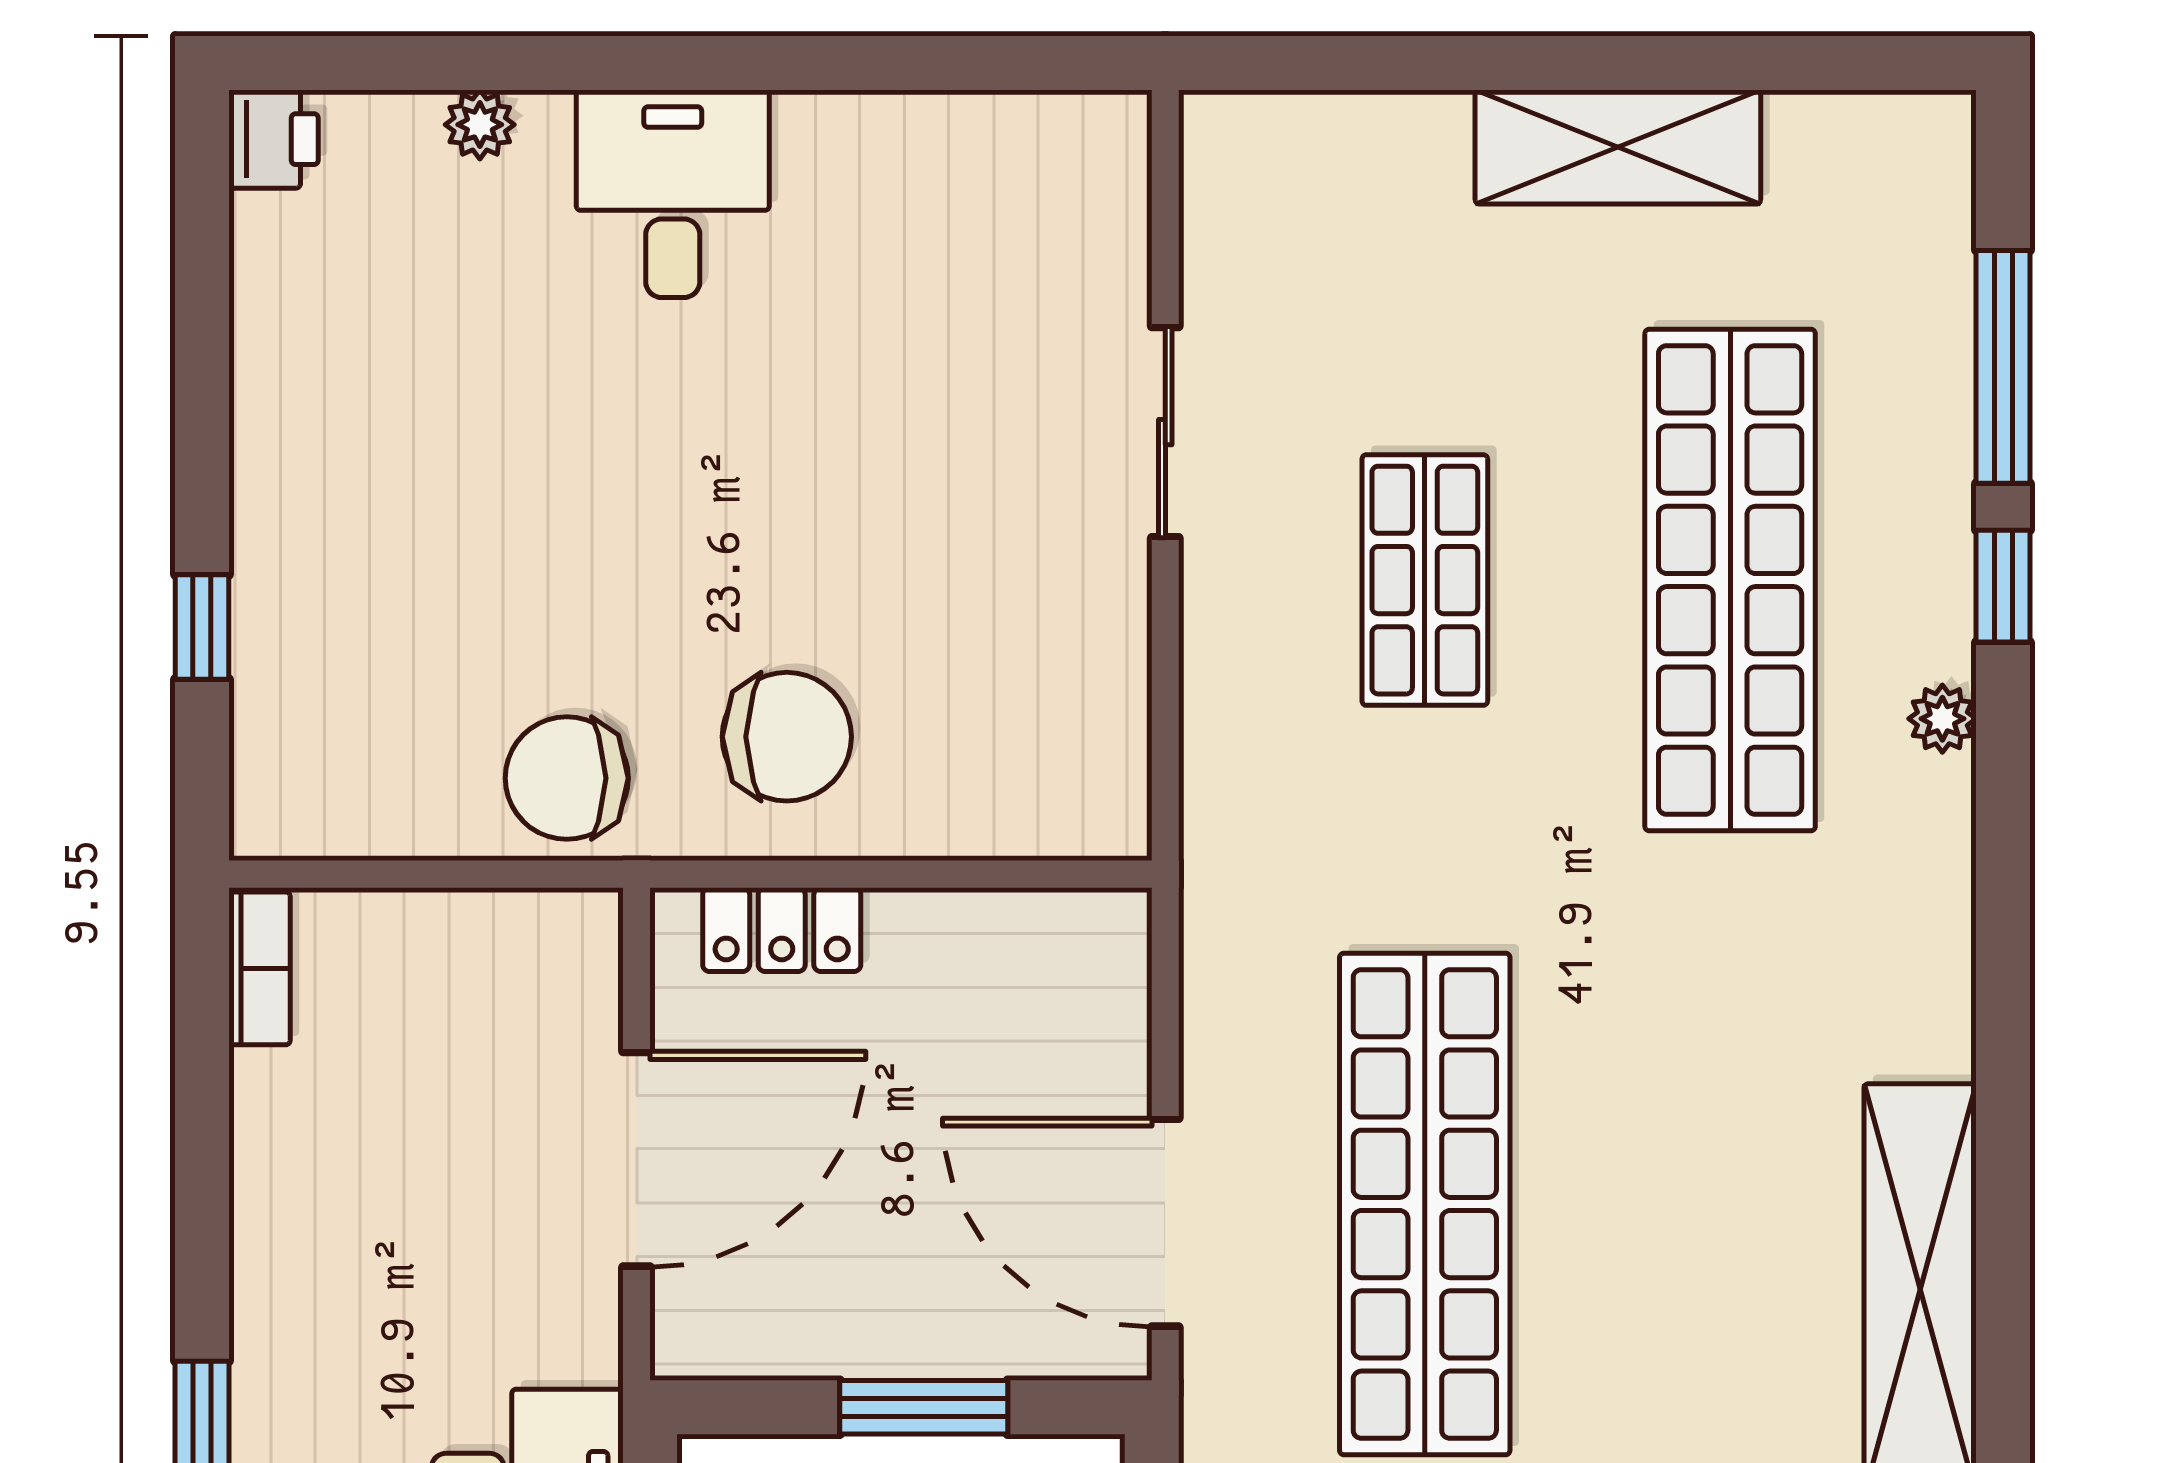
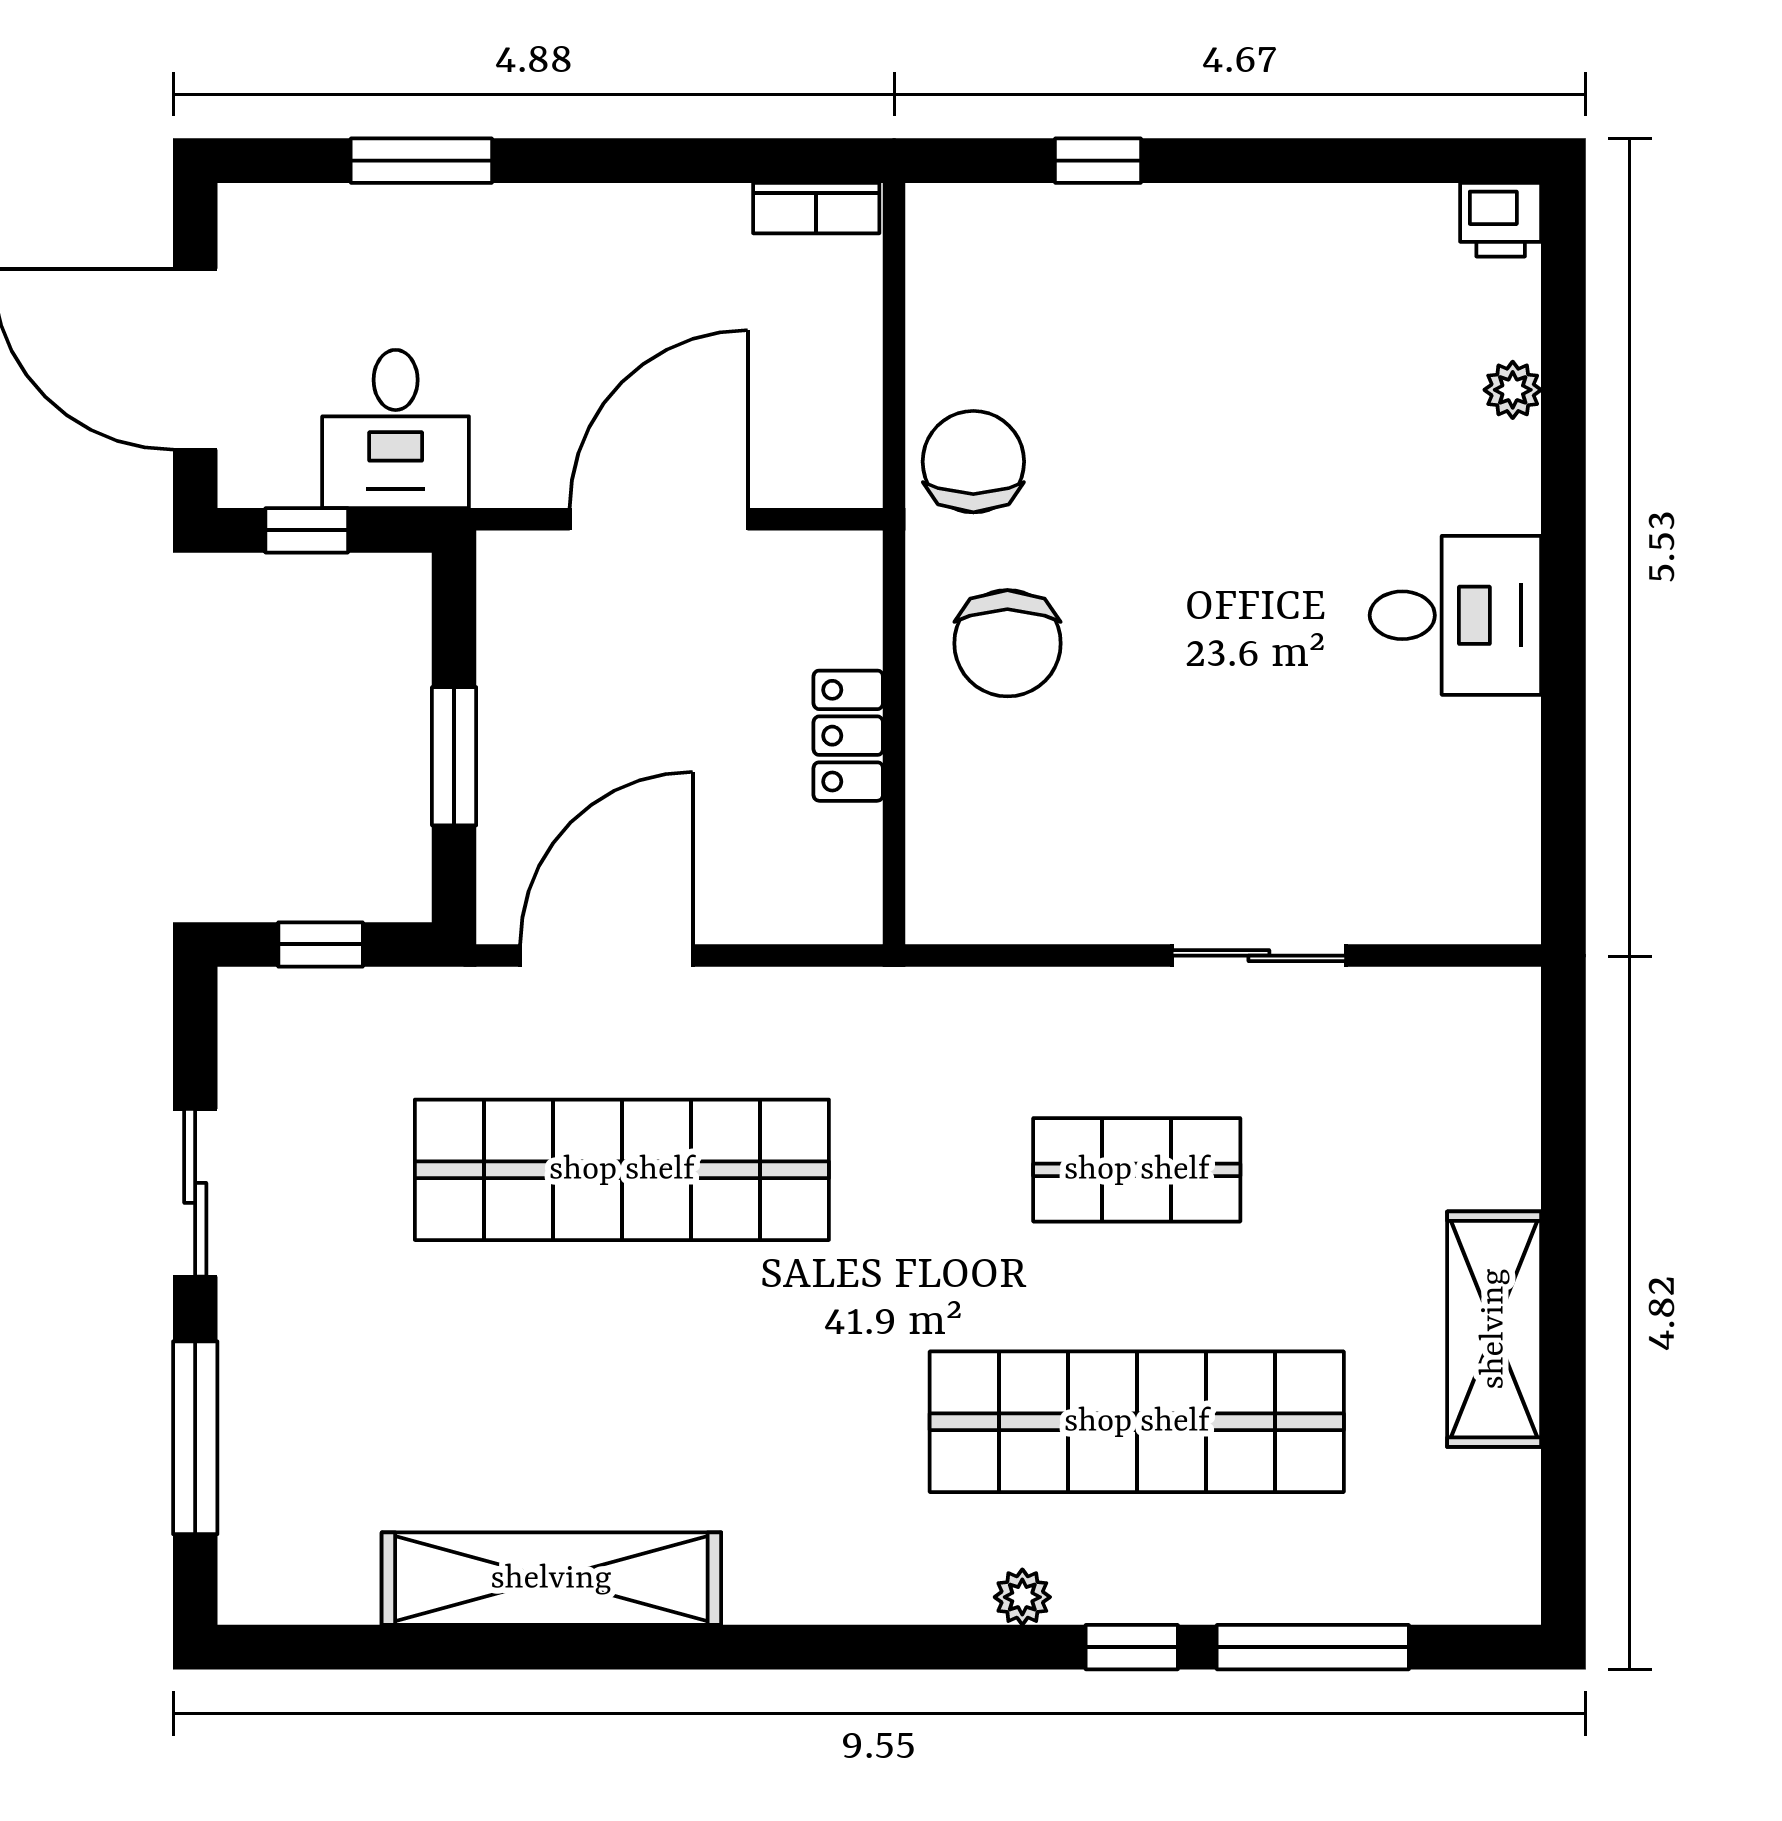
desk: (673, 194) -> (1455, 615), moved
locker: (782, 930) -> (848, 736), moved
door: (637, 1159) -> (659, 519), swing flipped

